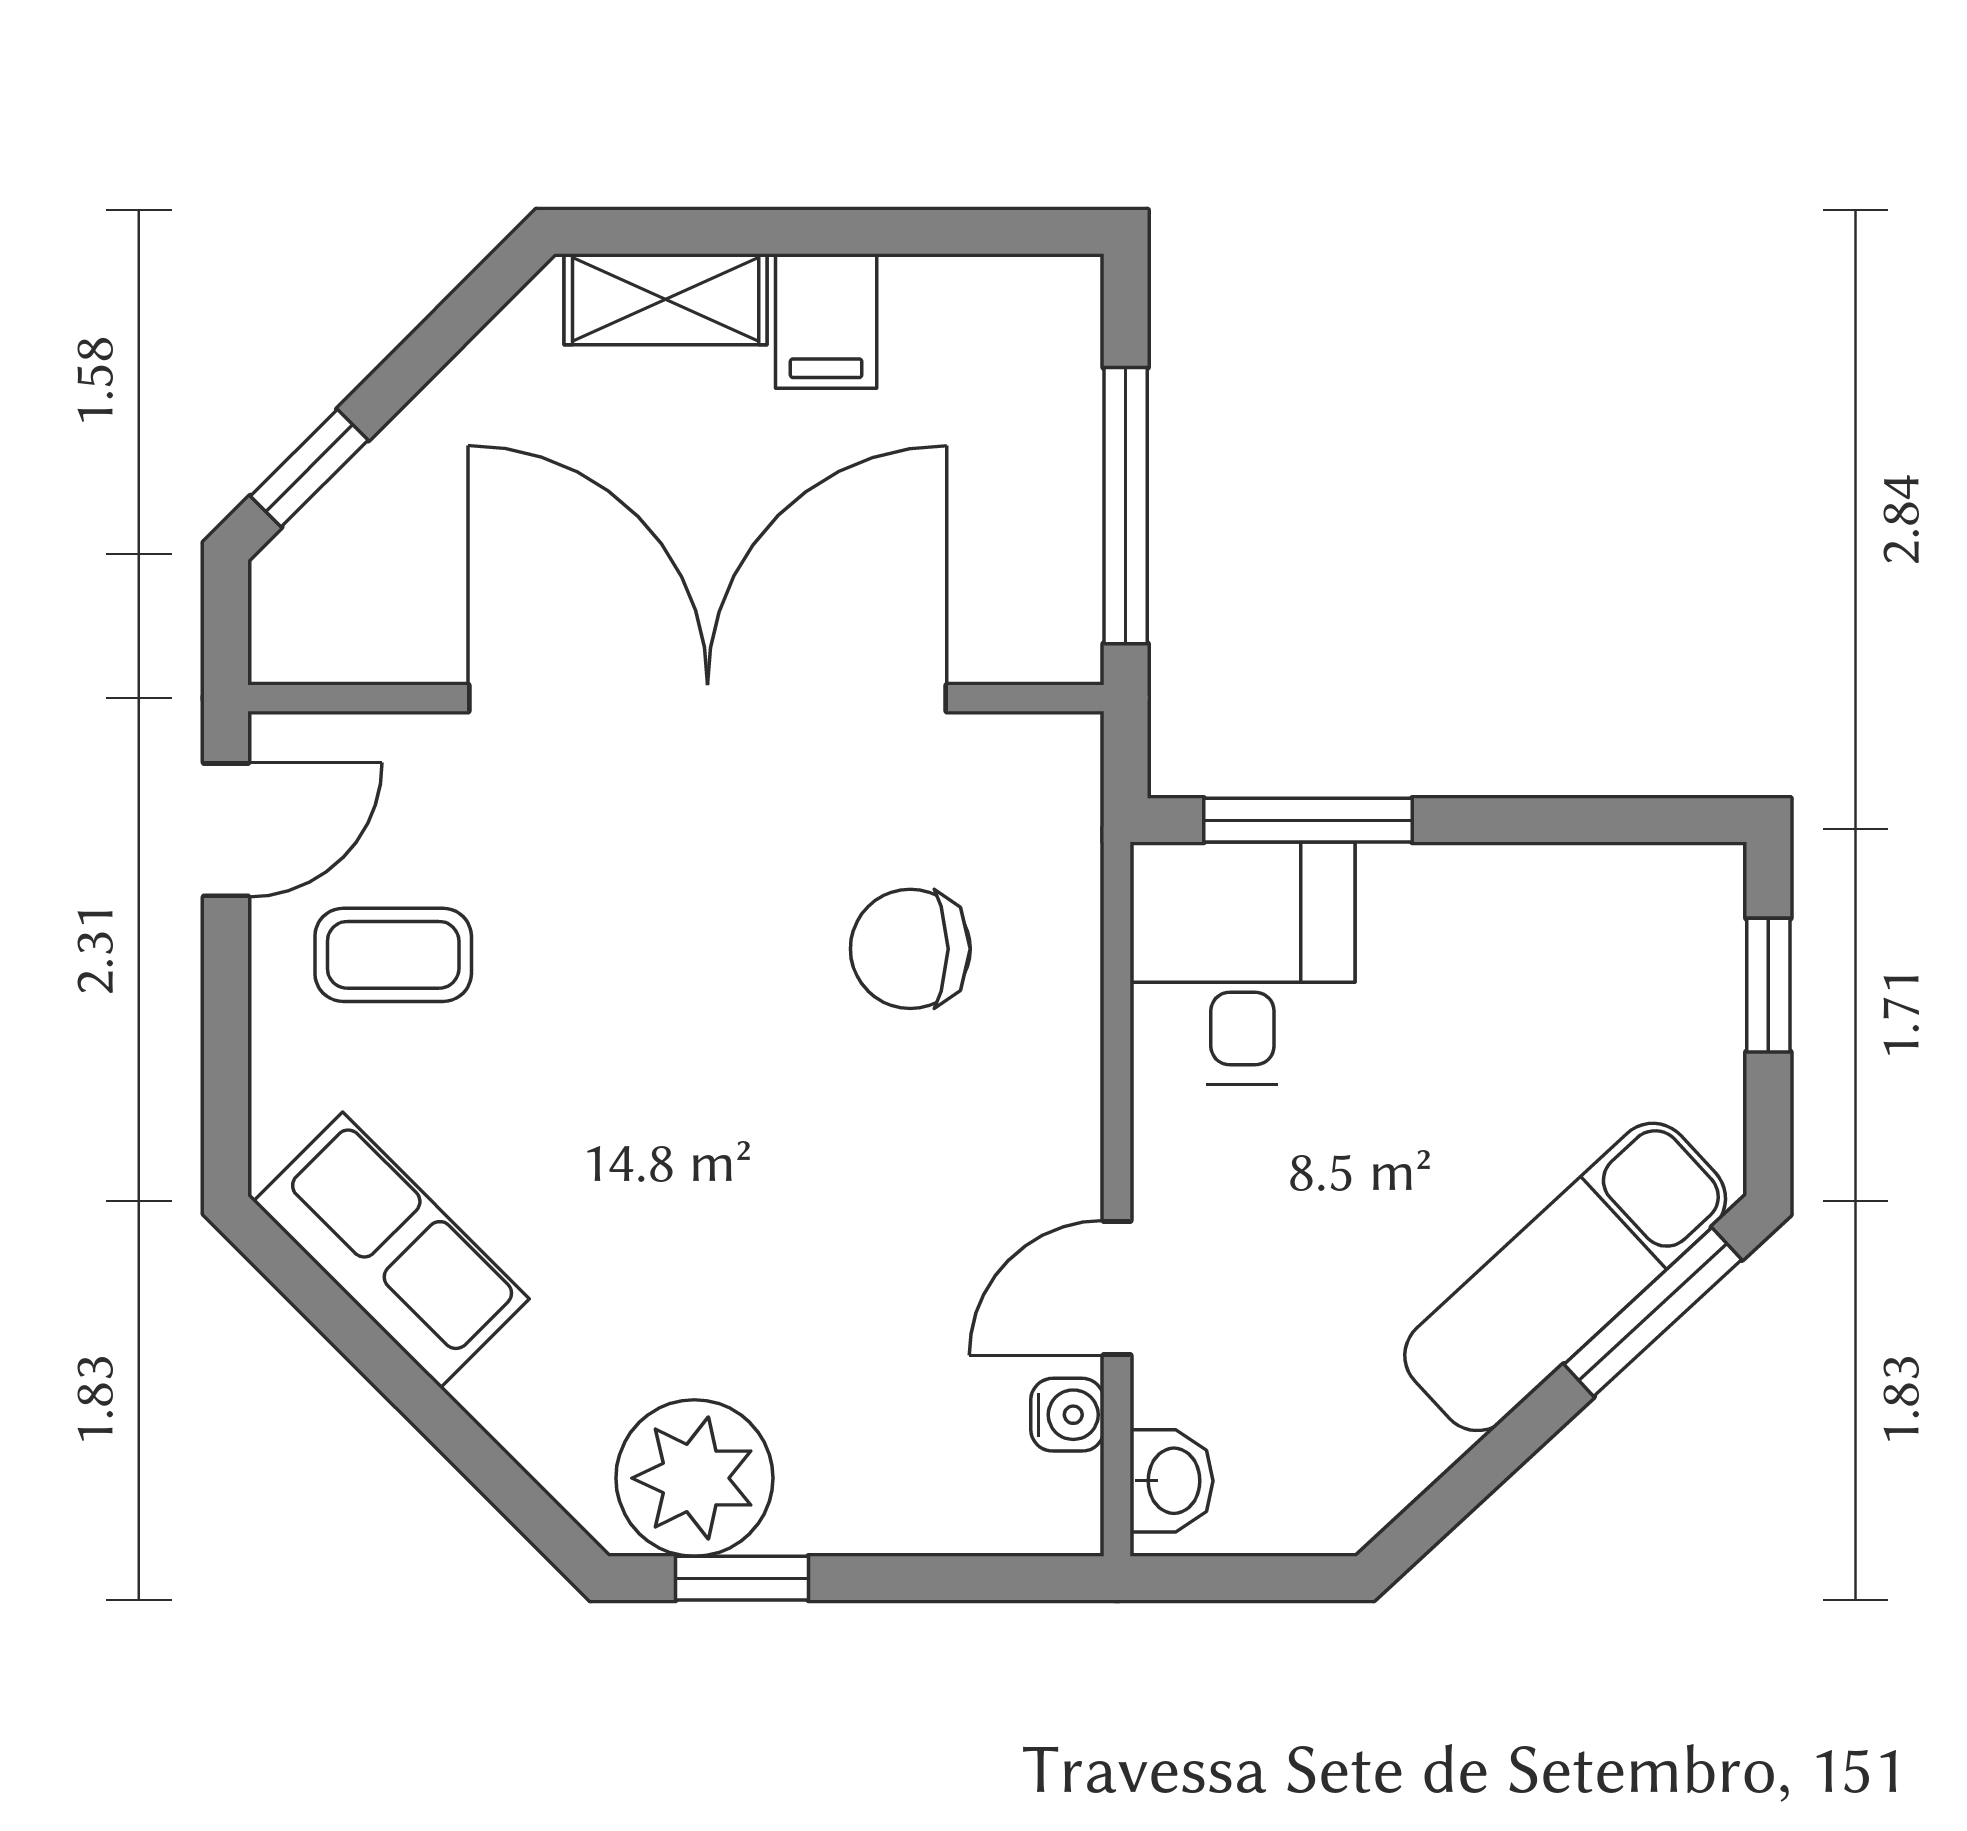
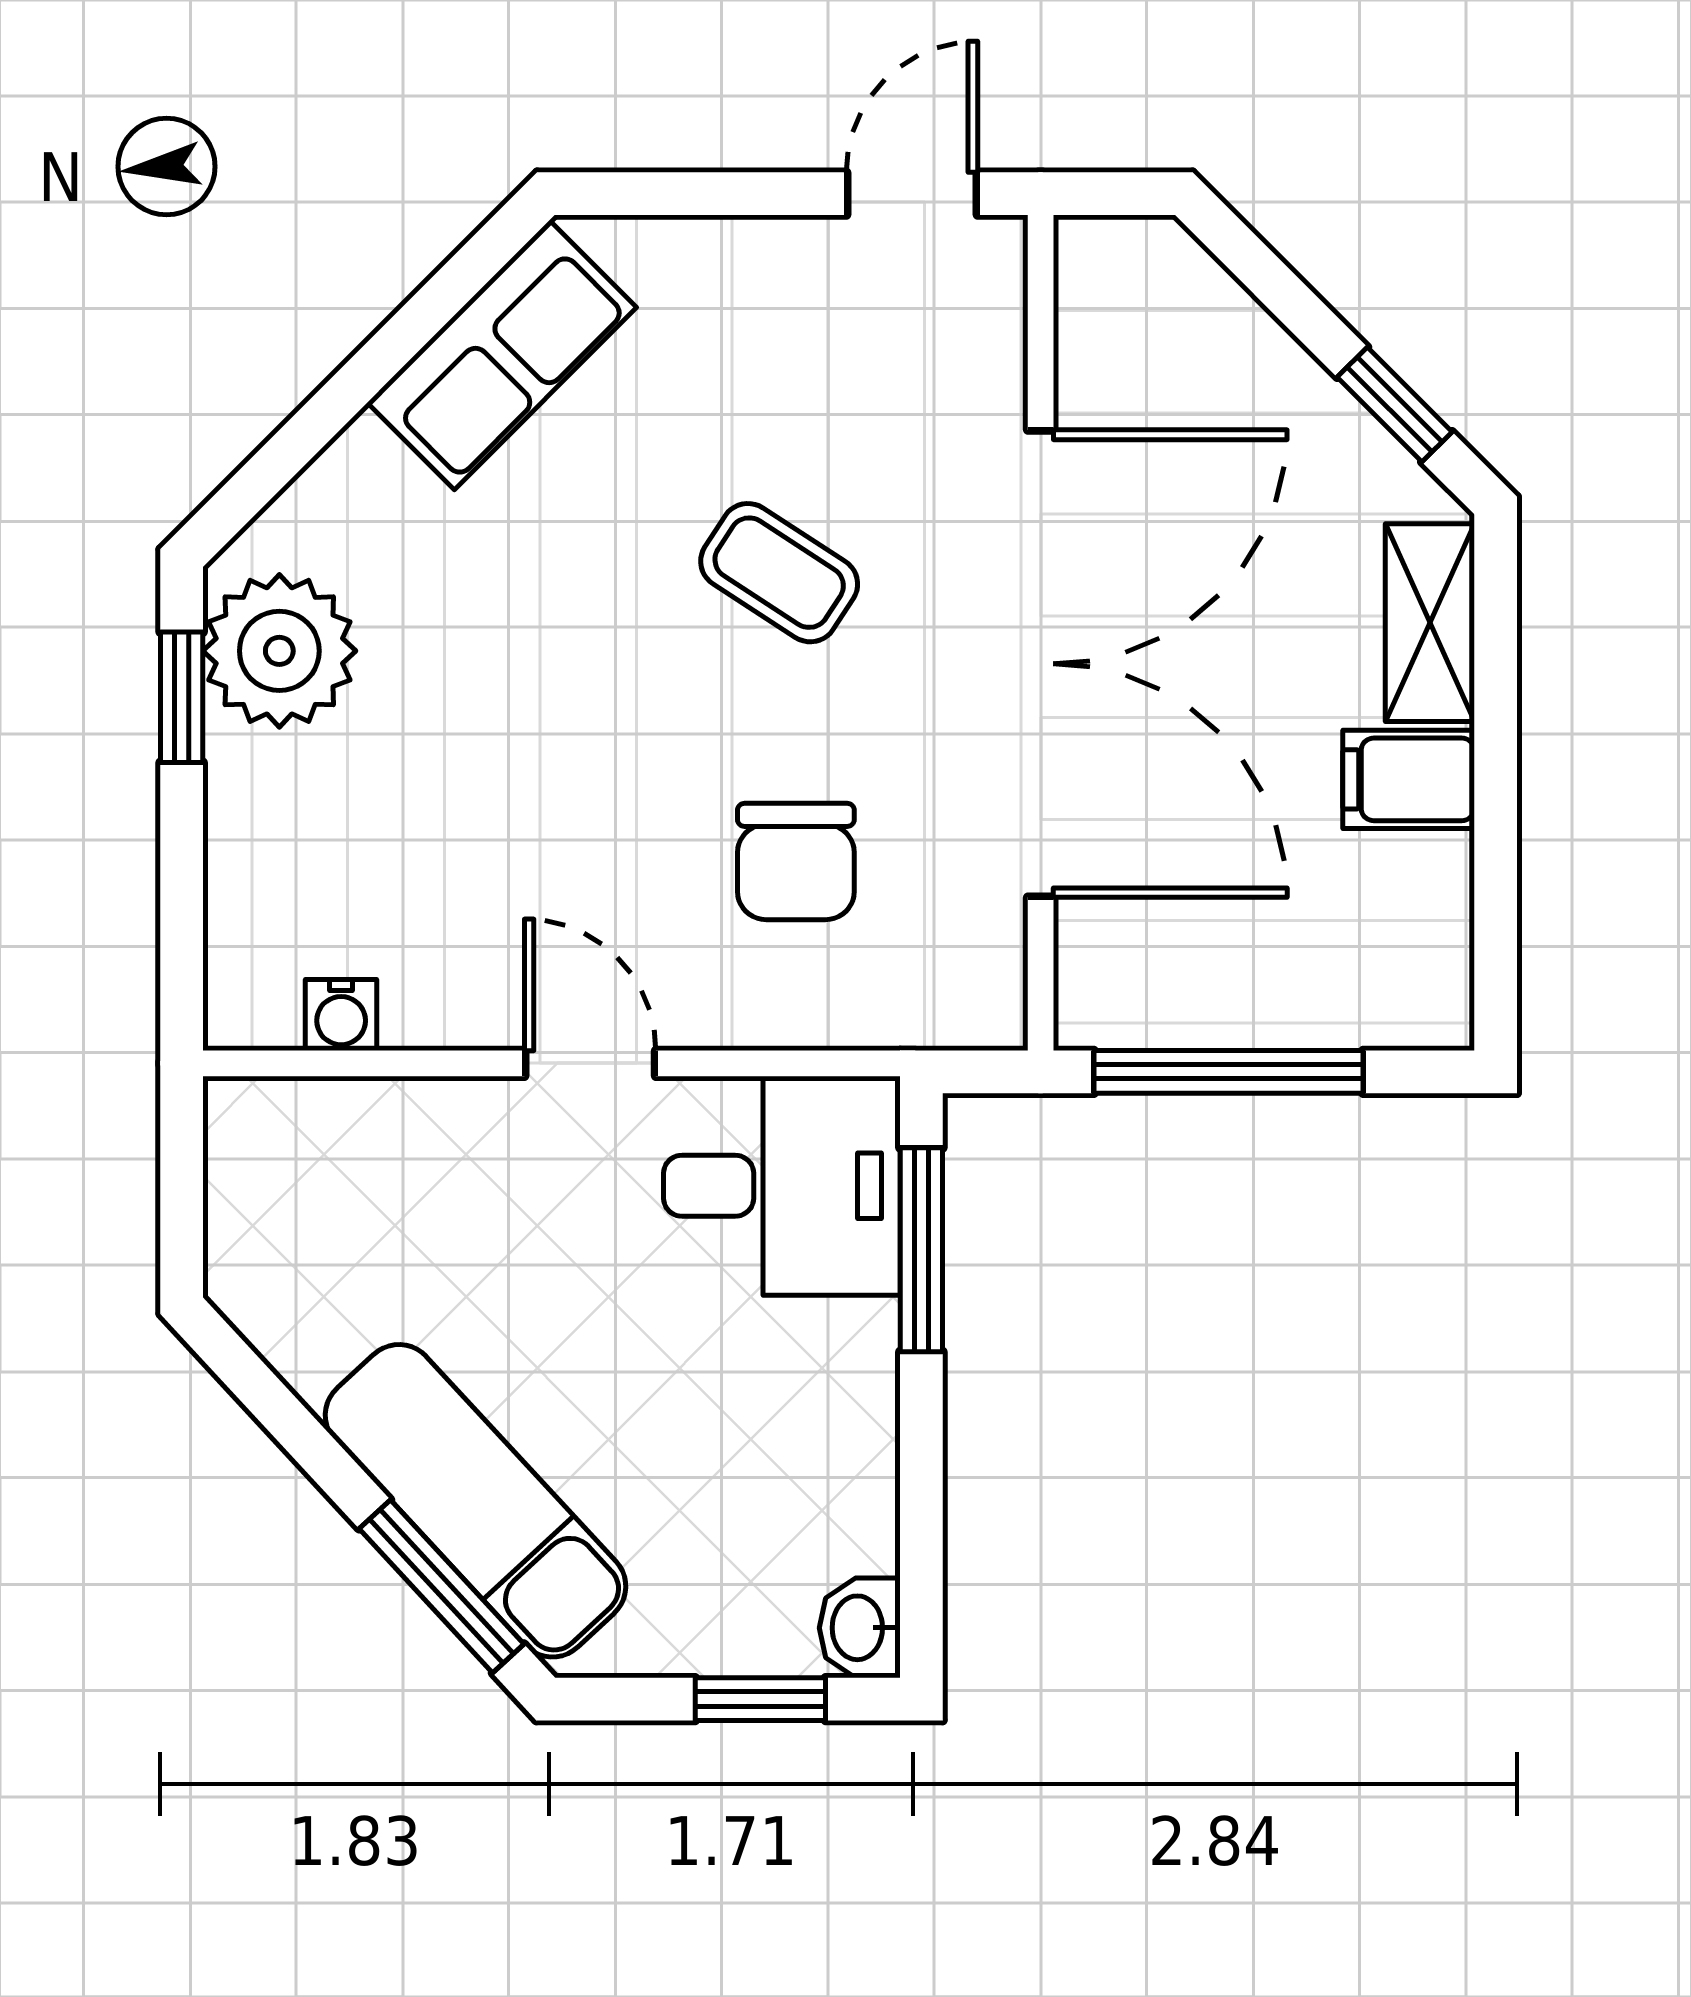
window: (309, 468) -> (1395, 404), moved
door: (226, 830) -> (912, 194), swing flipped
chair: (910, 949) -> (796, 862), turned 180
coffee table: (393, 955) -> (779, 573), moved, turned -57
door: (1117, 1288) -> (590, 1063), moved
washbasin: (1171, 1481) -> (860, 1628), moved, turned 90

